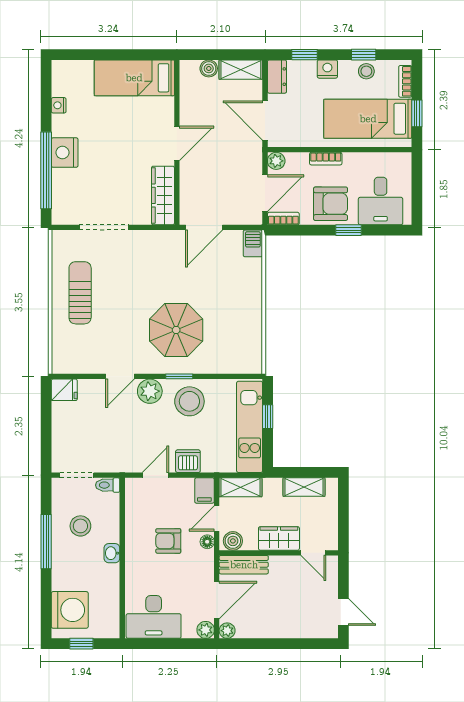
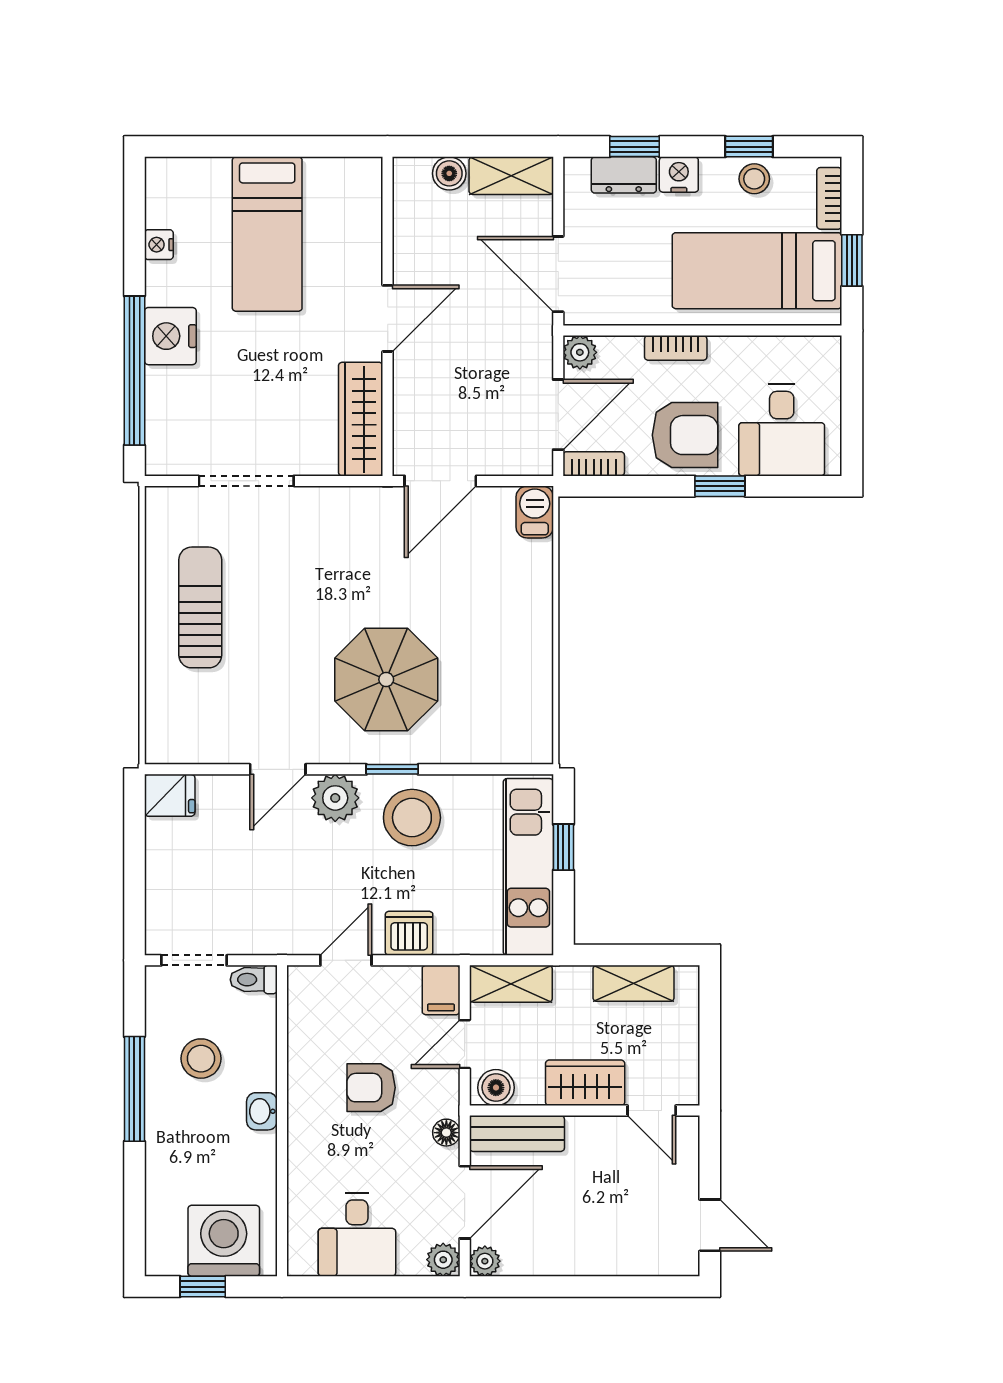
dresser: (277, 77) -> (624, 175), moved, turned 90
bed: (134, 78) -> (267, 234), moved, turned -90
floor lamp: (207, 542) -> (446, 1133), moved
washing machine: (70, 610) -> (224, 1241), moved, turned -90
desk: (154, 617) -> (357, 1235), width x0.73

